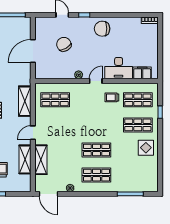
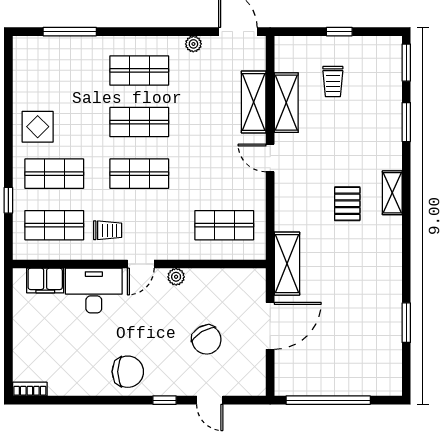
shelving: (25, 101) -> (287, 264), moved
shop shelf: (96, 125) -> (139, 174), added
door: (33, 133) -> (270, 158), swing flipped

